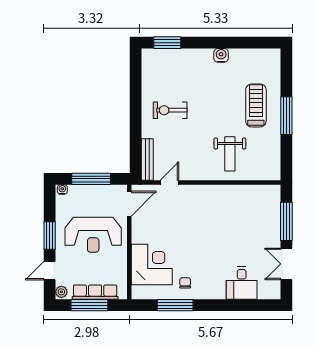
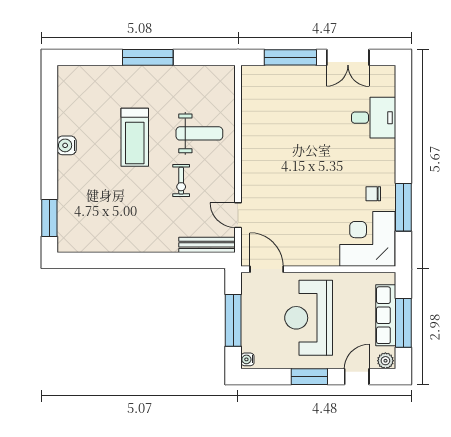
treadmill: (256, 105) -> (135, 137), moved, turned -90
exercise bike: (170, 110) -> (181, 181), moved, width x0.73, depth x0.72
reception desk: (93, 235) -> (309, 318), turned 180
corner desk: (152, 264) -> (367, 239), moved
door: (50, 271) -> (357, 377), swing flipped

